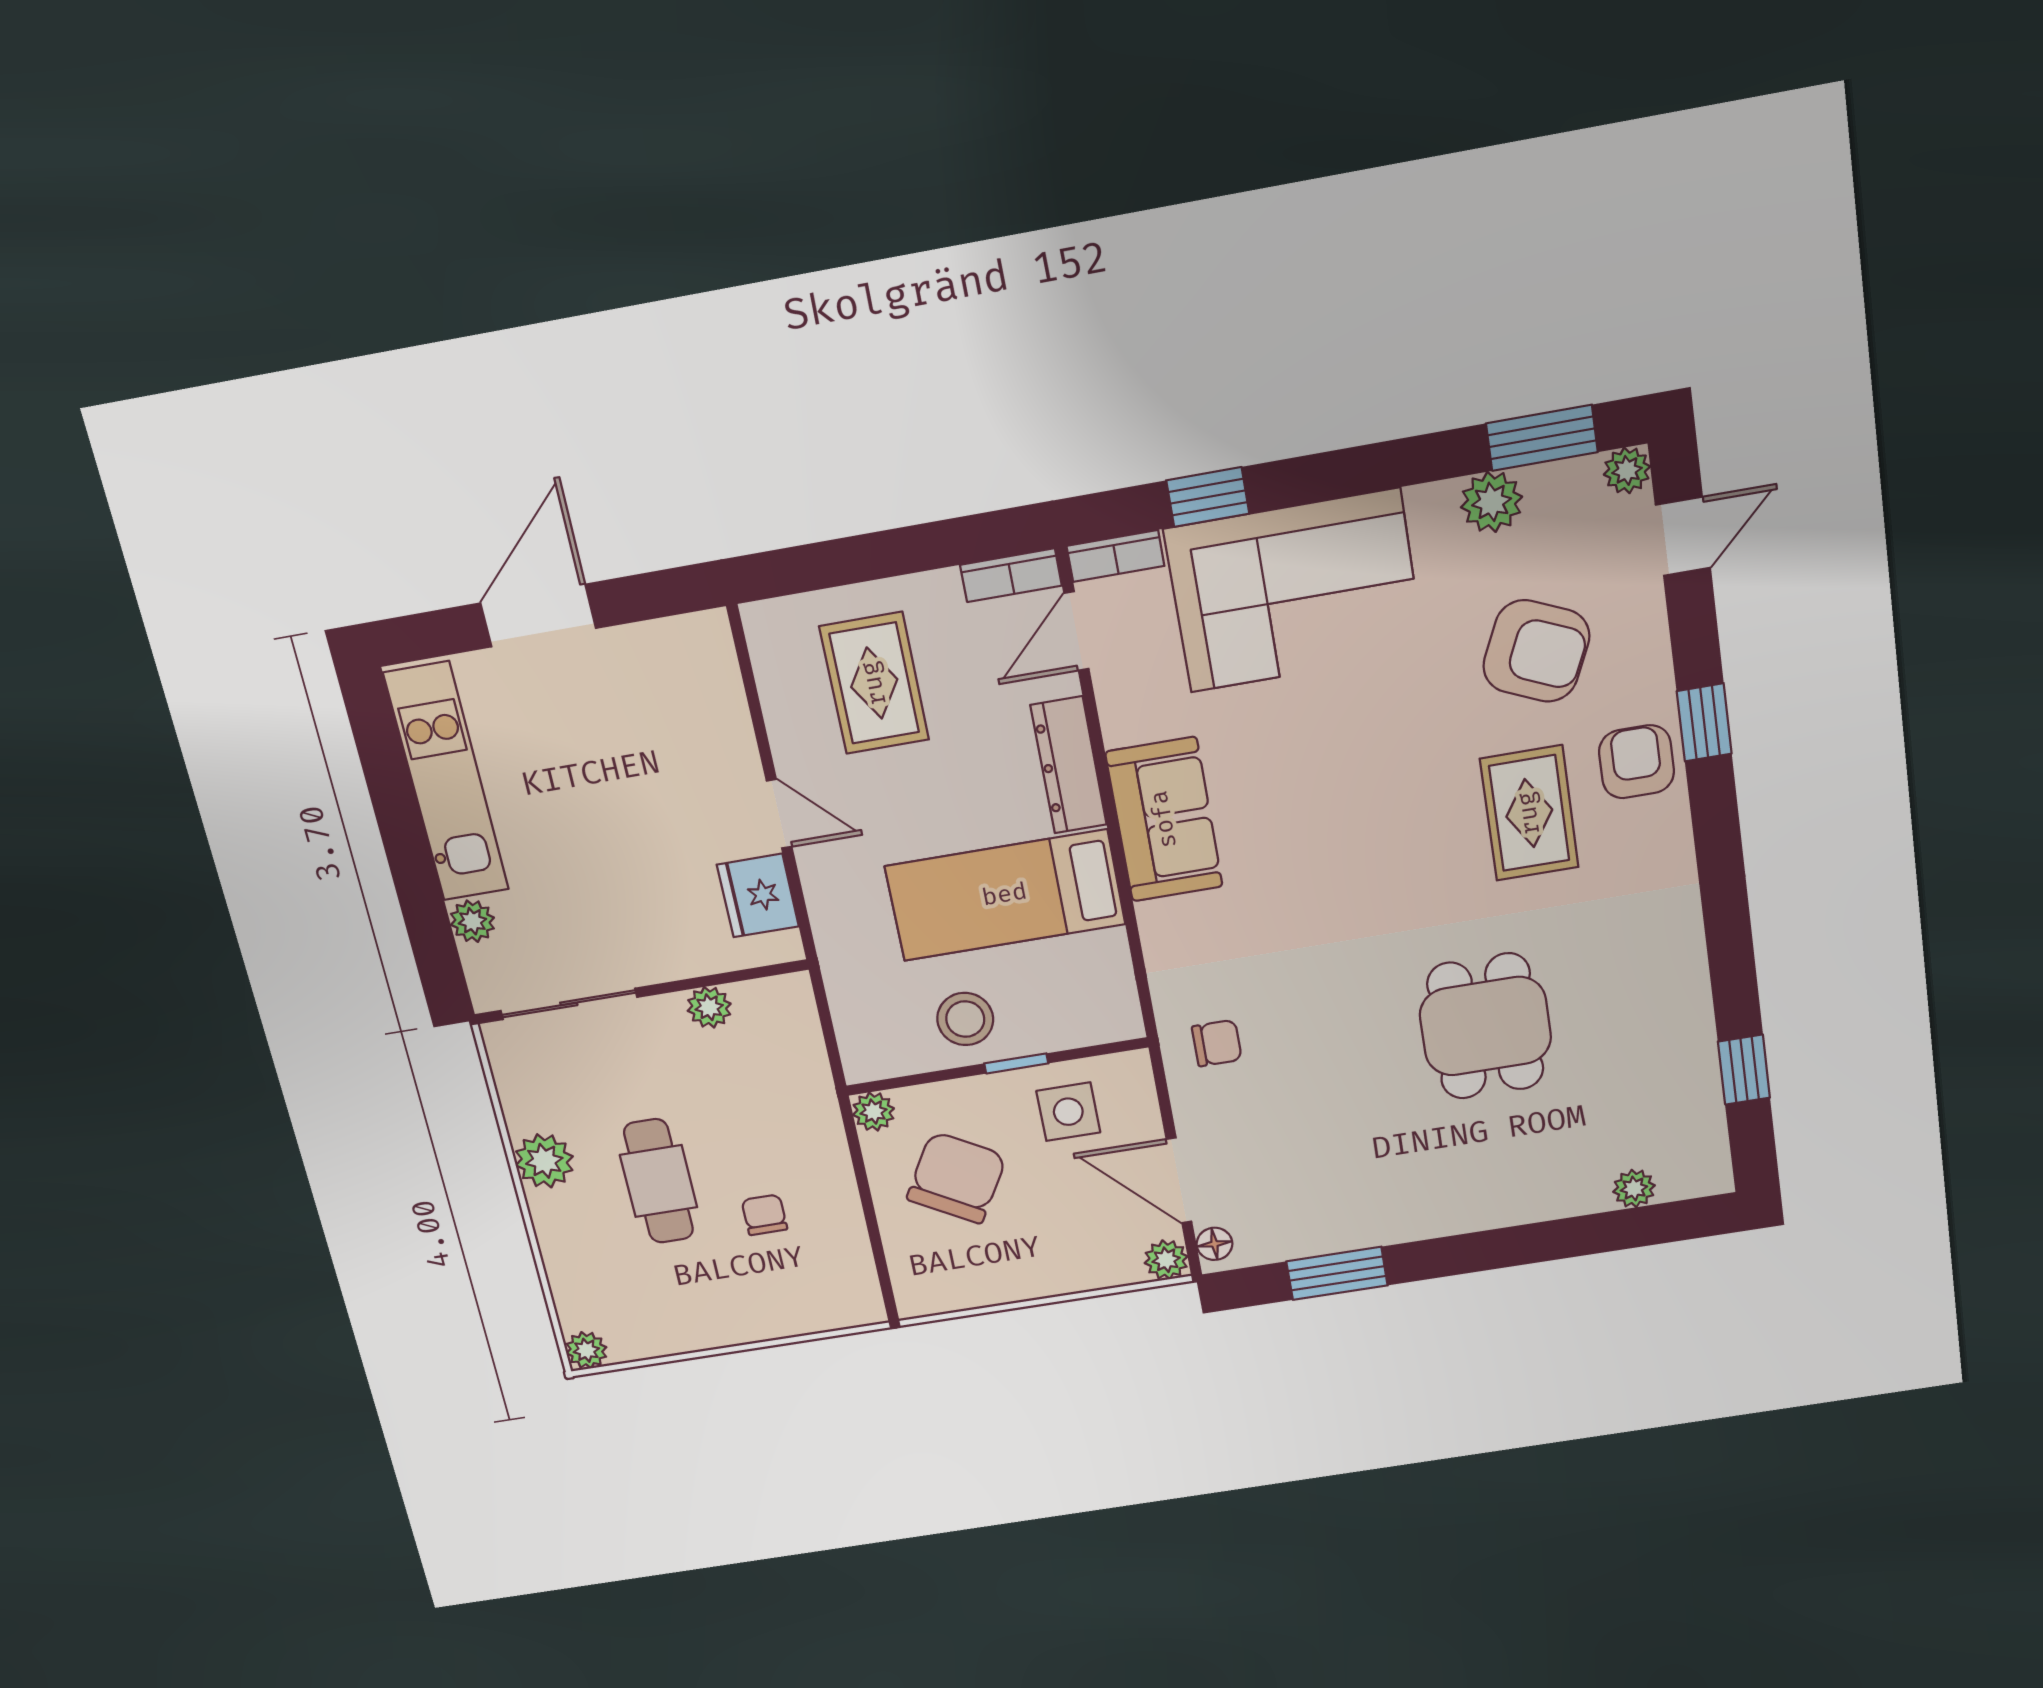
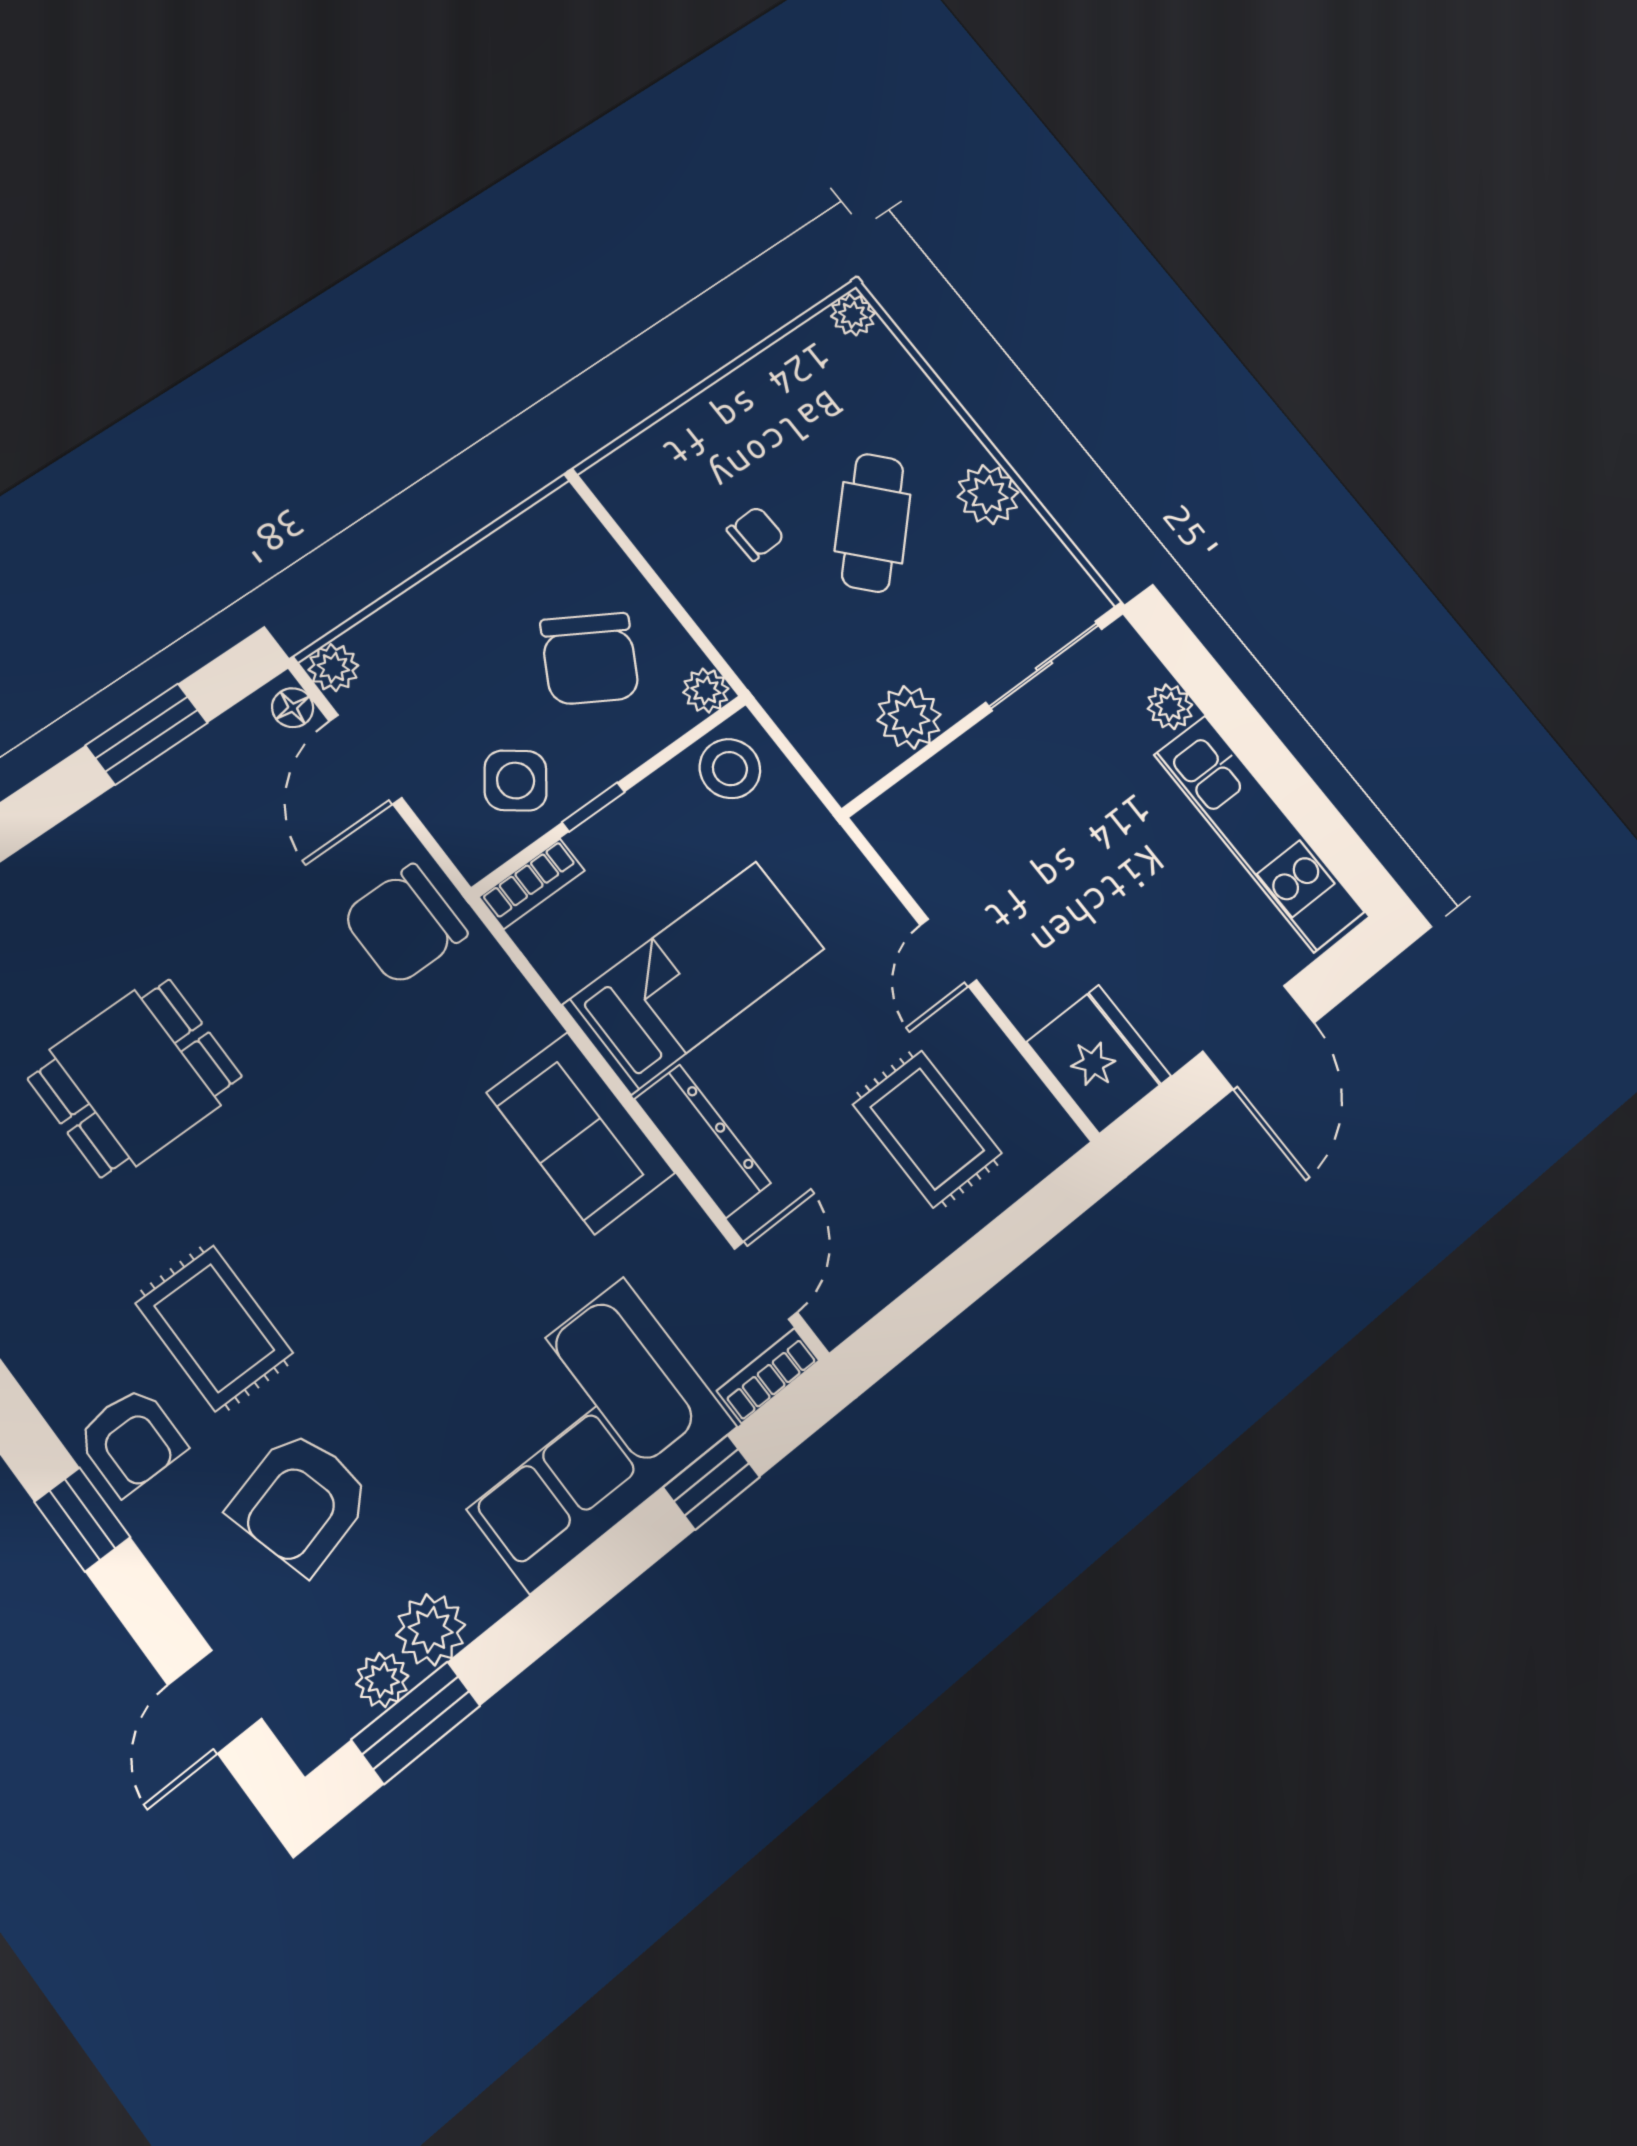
plant: (1627, 470) -> (382, 1680), moved
bookcase: (1011, 575) -> (532, 884), moved, turned 180
armchair: (1536, 651) -> (301, 1501), turned -39
door: (779, 814) -> (948, 953), hinge flipped
fridge: (758, 896) -> (1099, 1059), moved, width x1.36, depth x1.34
plant: (709, 1007) -> (909, 717), width x1.38, depth x1.38
stool: (965, 1019) -> (730, 769), moved
dining table: (1485, 1026) -> (135, 1078), turned 90
chair: (1217, 1043) -> (405, 925), width x1.87, depth x1.87
side table: (1068, 1112) -> (516, 781), turned 37
door: (1179, 1180) -> (365, 759), swing flipped
cafe table: (659, 1181) -> (873, 523), turned 46
chair: (764, 1215) -> (756, 534), turned -92

